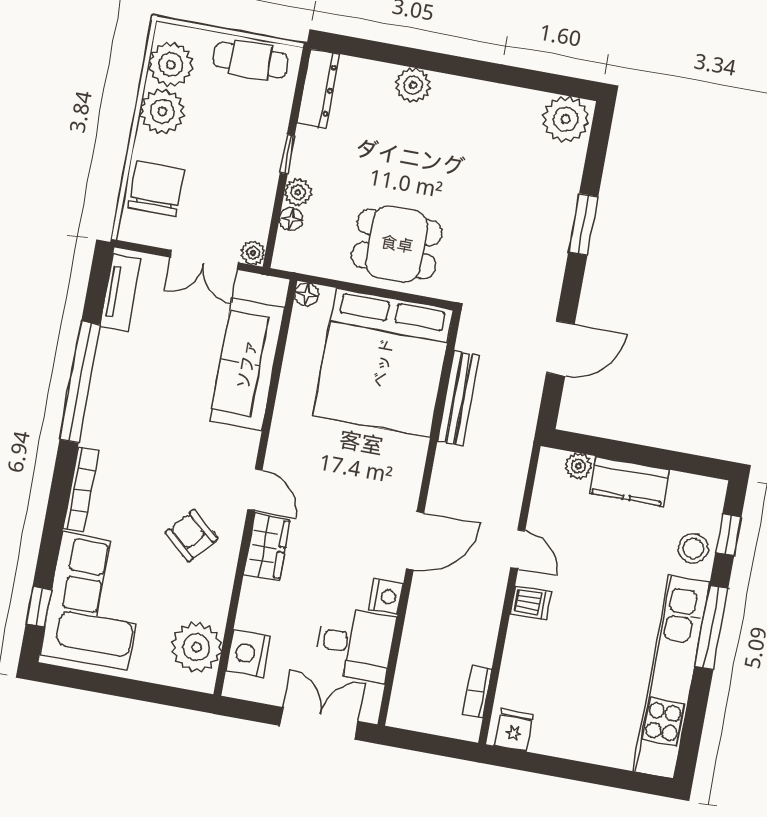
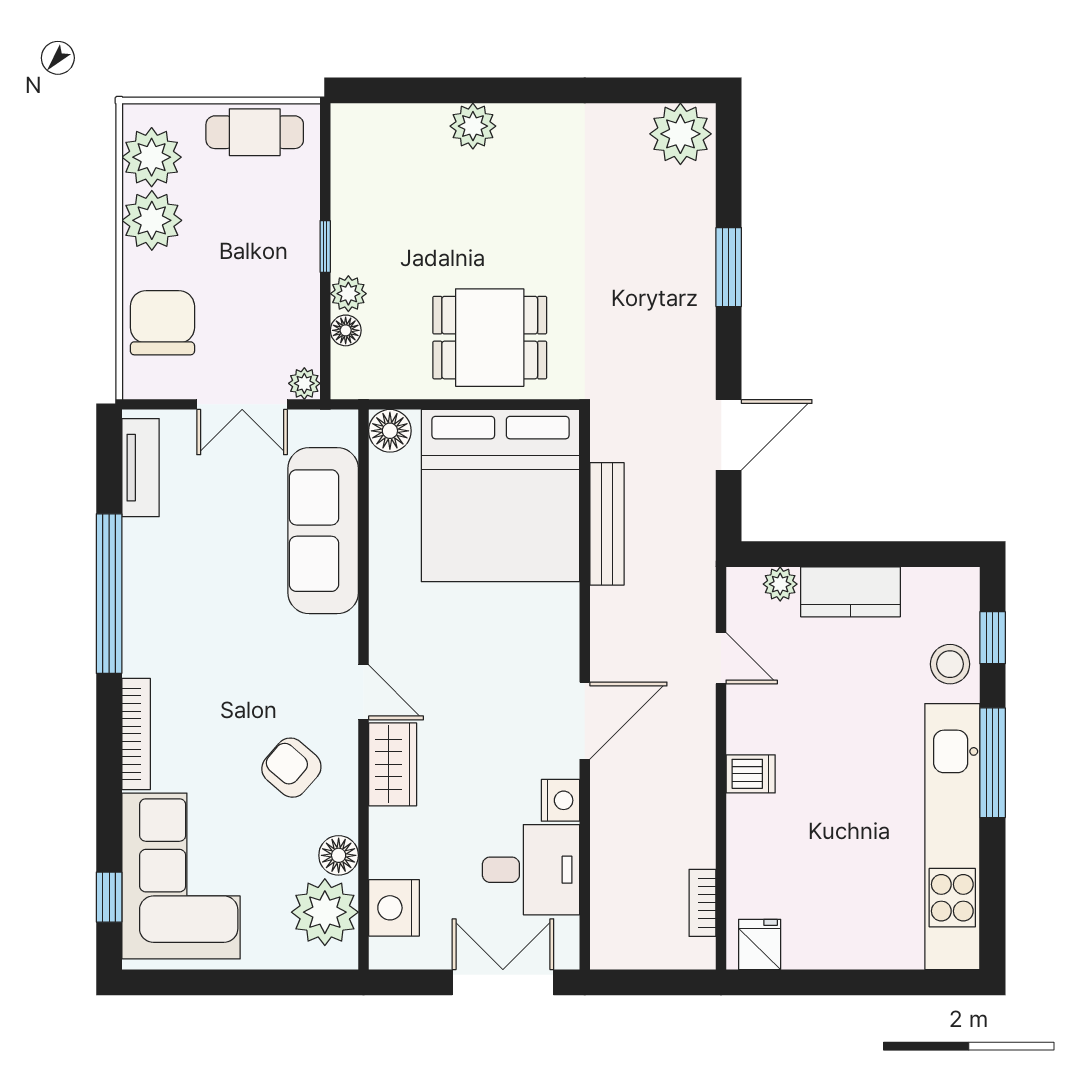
dresser: (318, 89) -> (350, 153), removed
floor lamp: (307, 294) -> (390, 431), width x1.37, depth x1.37
door: (518, 549) -> (721, 658), moved
floor lamp: (214, 607) -> (339, 855), added

